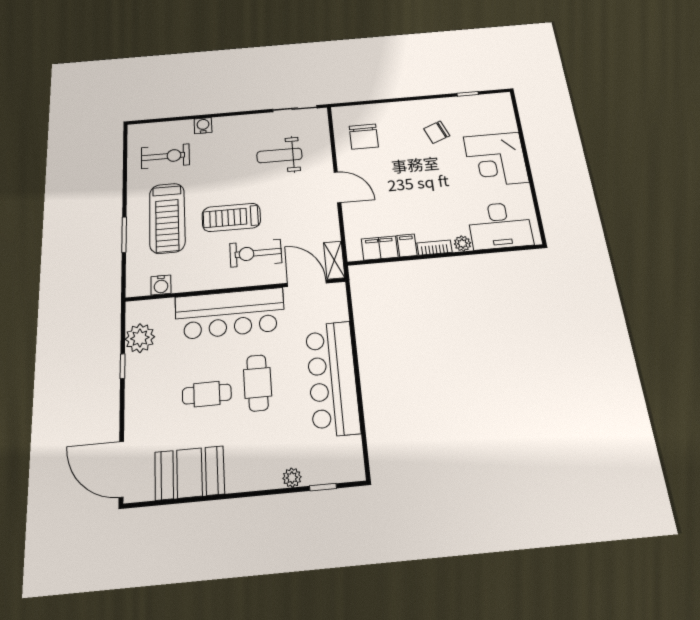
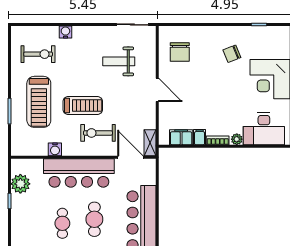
treadmill: (231, 217) -> (83, 106), turned 180
water cooler: (161, 285) -> (55, 149), moved
cafe table: (207, 394) -> (62, 223), turned 90

